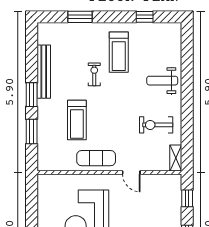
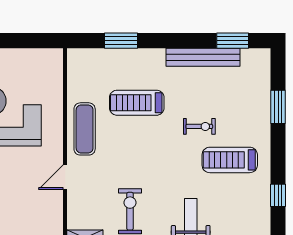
window: (32, 95) -> (233, 41), moved

